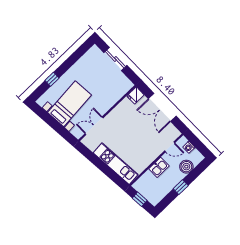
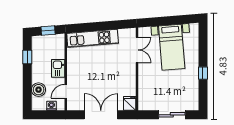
window: (52, 79) -> (203, 73), moved
window: (181, 187) -> (27, 57), moved

